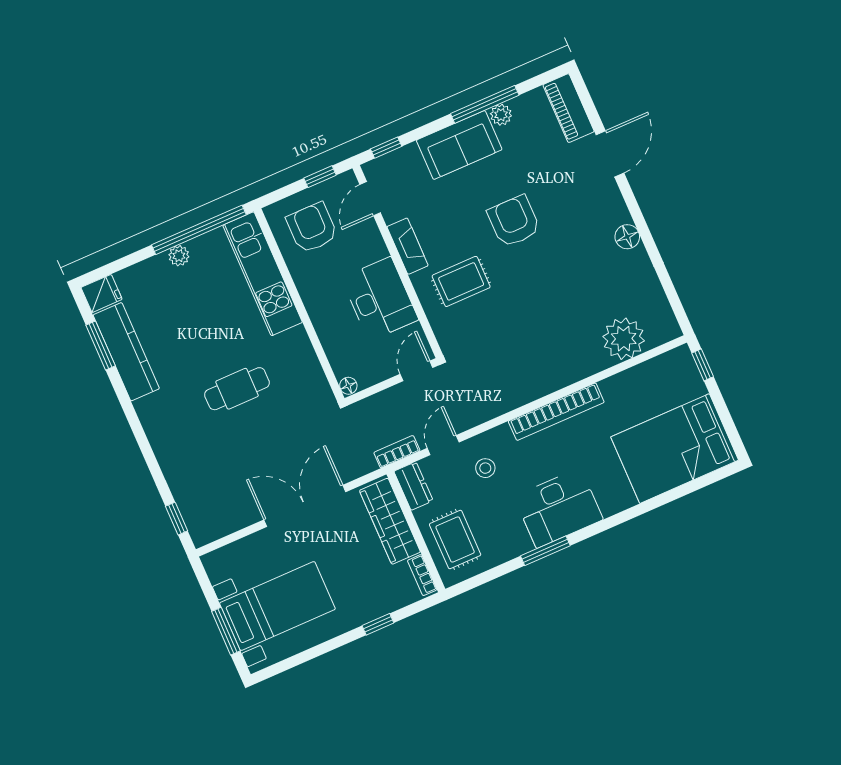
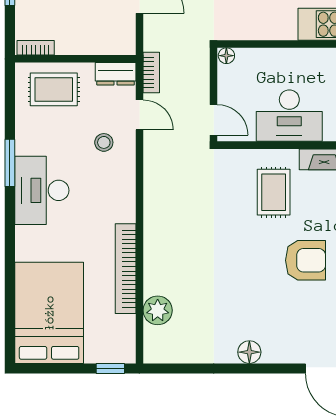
plant: (624, 339) -> (158, 310), width x0.73, depth x0.73
bookcase: (556, 412) -> (126, 269), moved
wardrobe: (390, 521) -> (94, 40), removed

